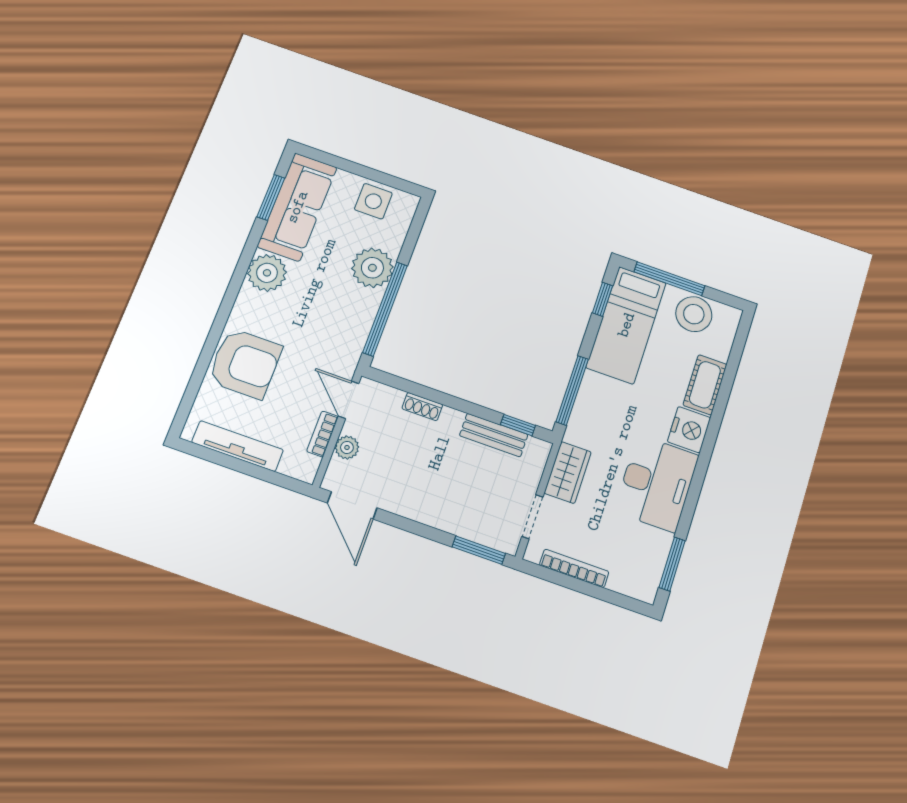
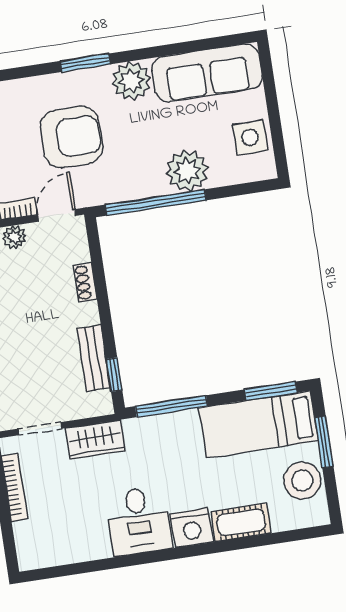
window: (271, 197) -> (85, 63), moved
window: (669, 279) -> (324, 442), width x0.69
window: (603, 299) -> (271, 391), width x1.50
armchair: (245, 363) -> (71, 137), moved, turned -90
desk: (656, 483) -> (139, 521), width x0.73
window: (672, 564) -> (64, 571), removed

